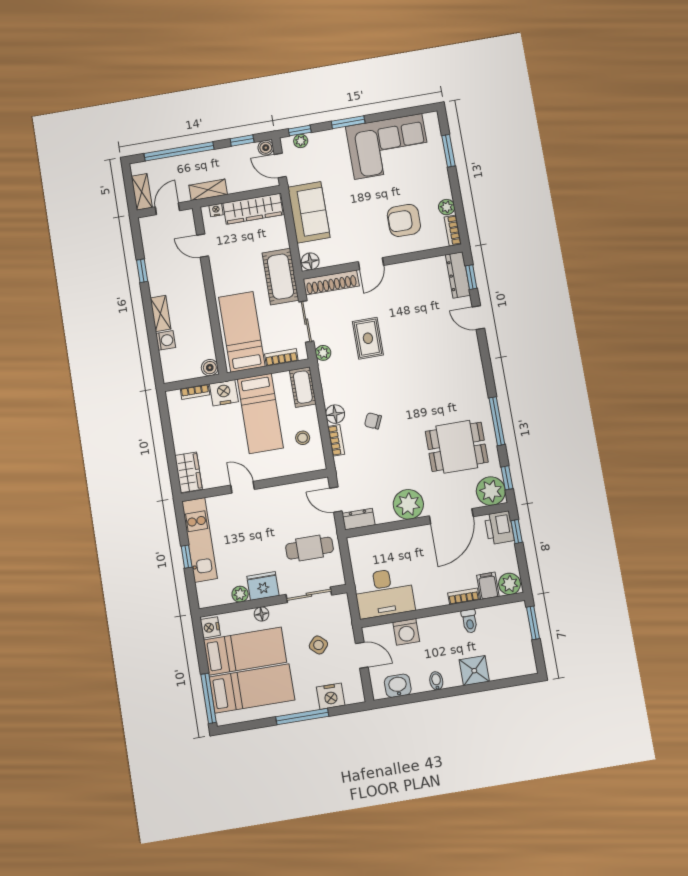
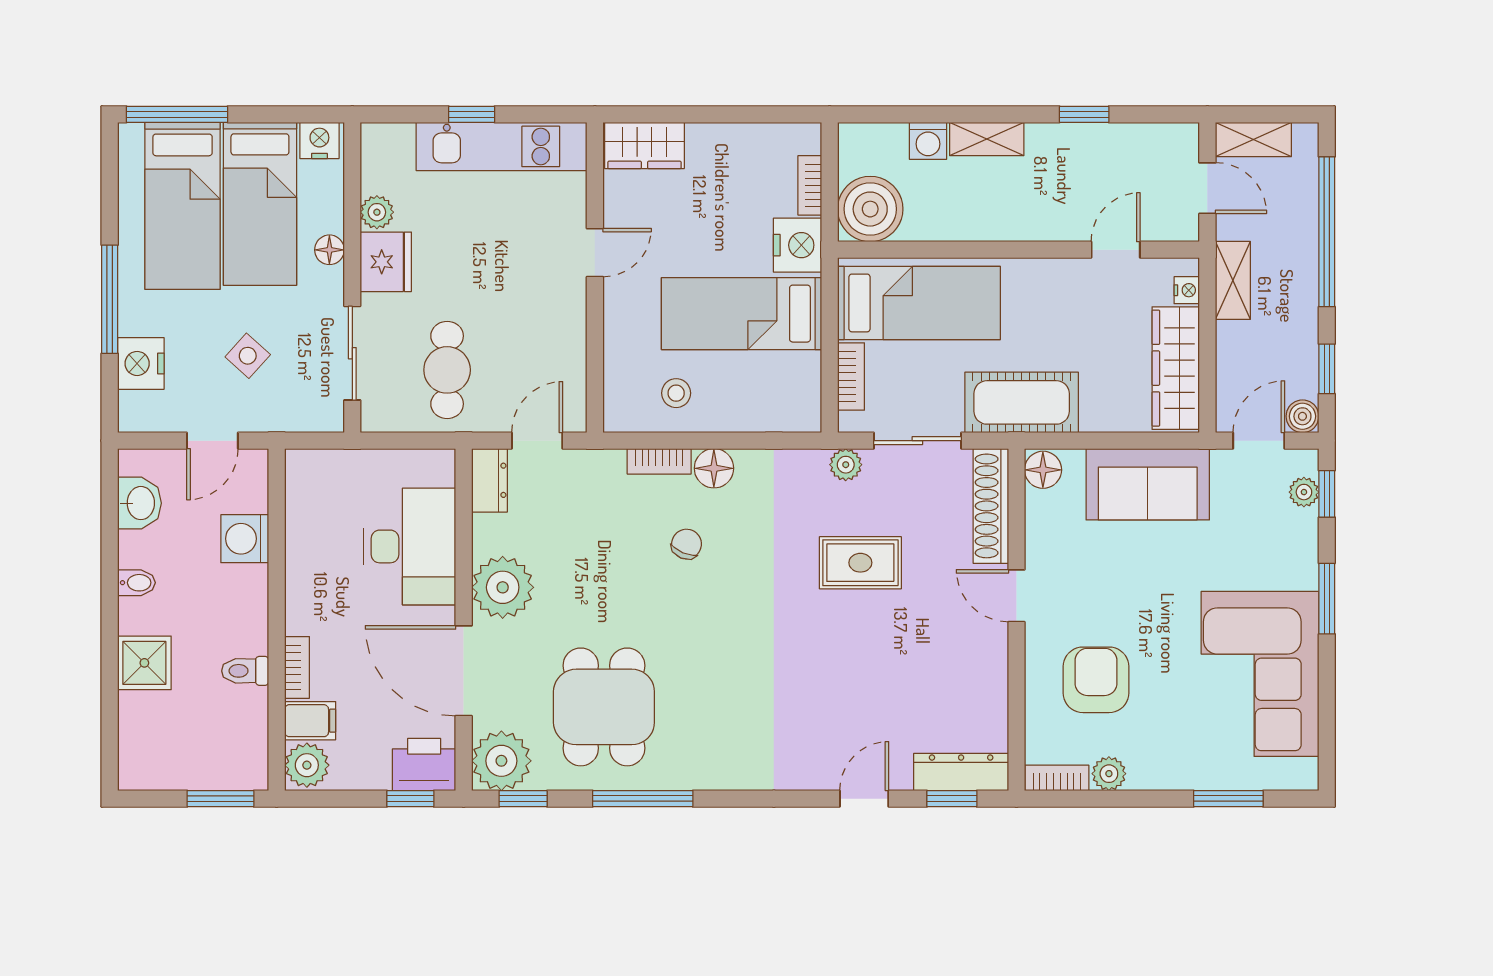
boiler: (210, 368) -> (870, 209), width x1.86, depth x1.86
cot: (303, 387) -> (781, 411), removed
desk: (384, 593) -> (410, 546), moved, turned 180

